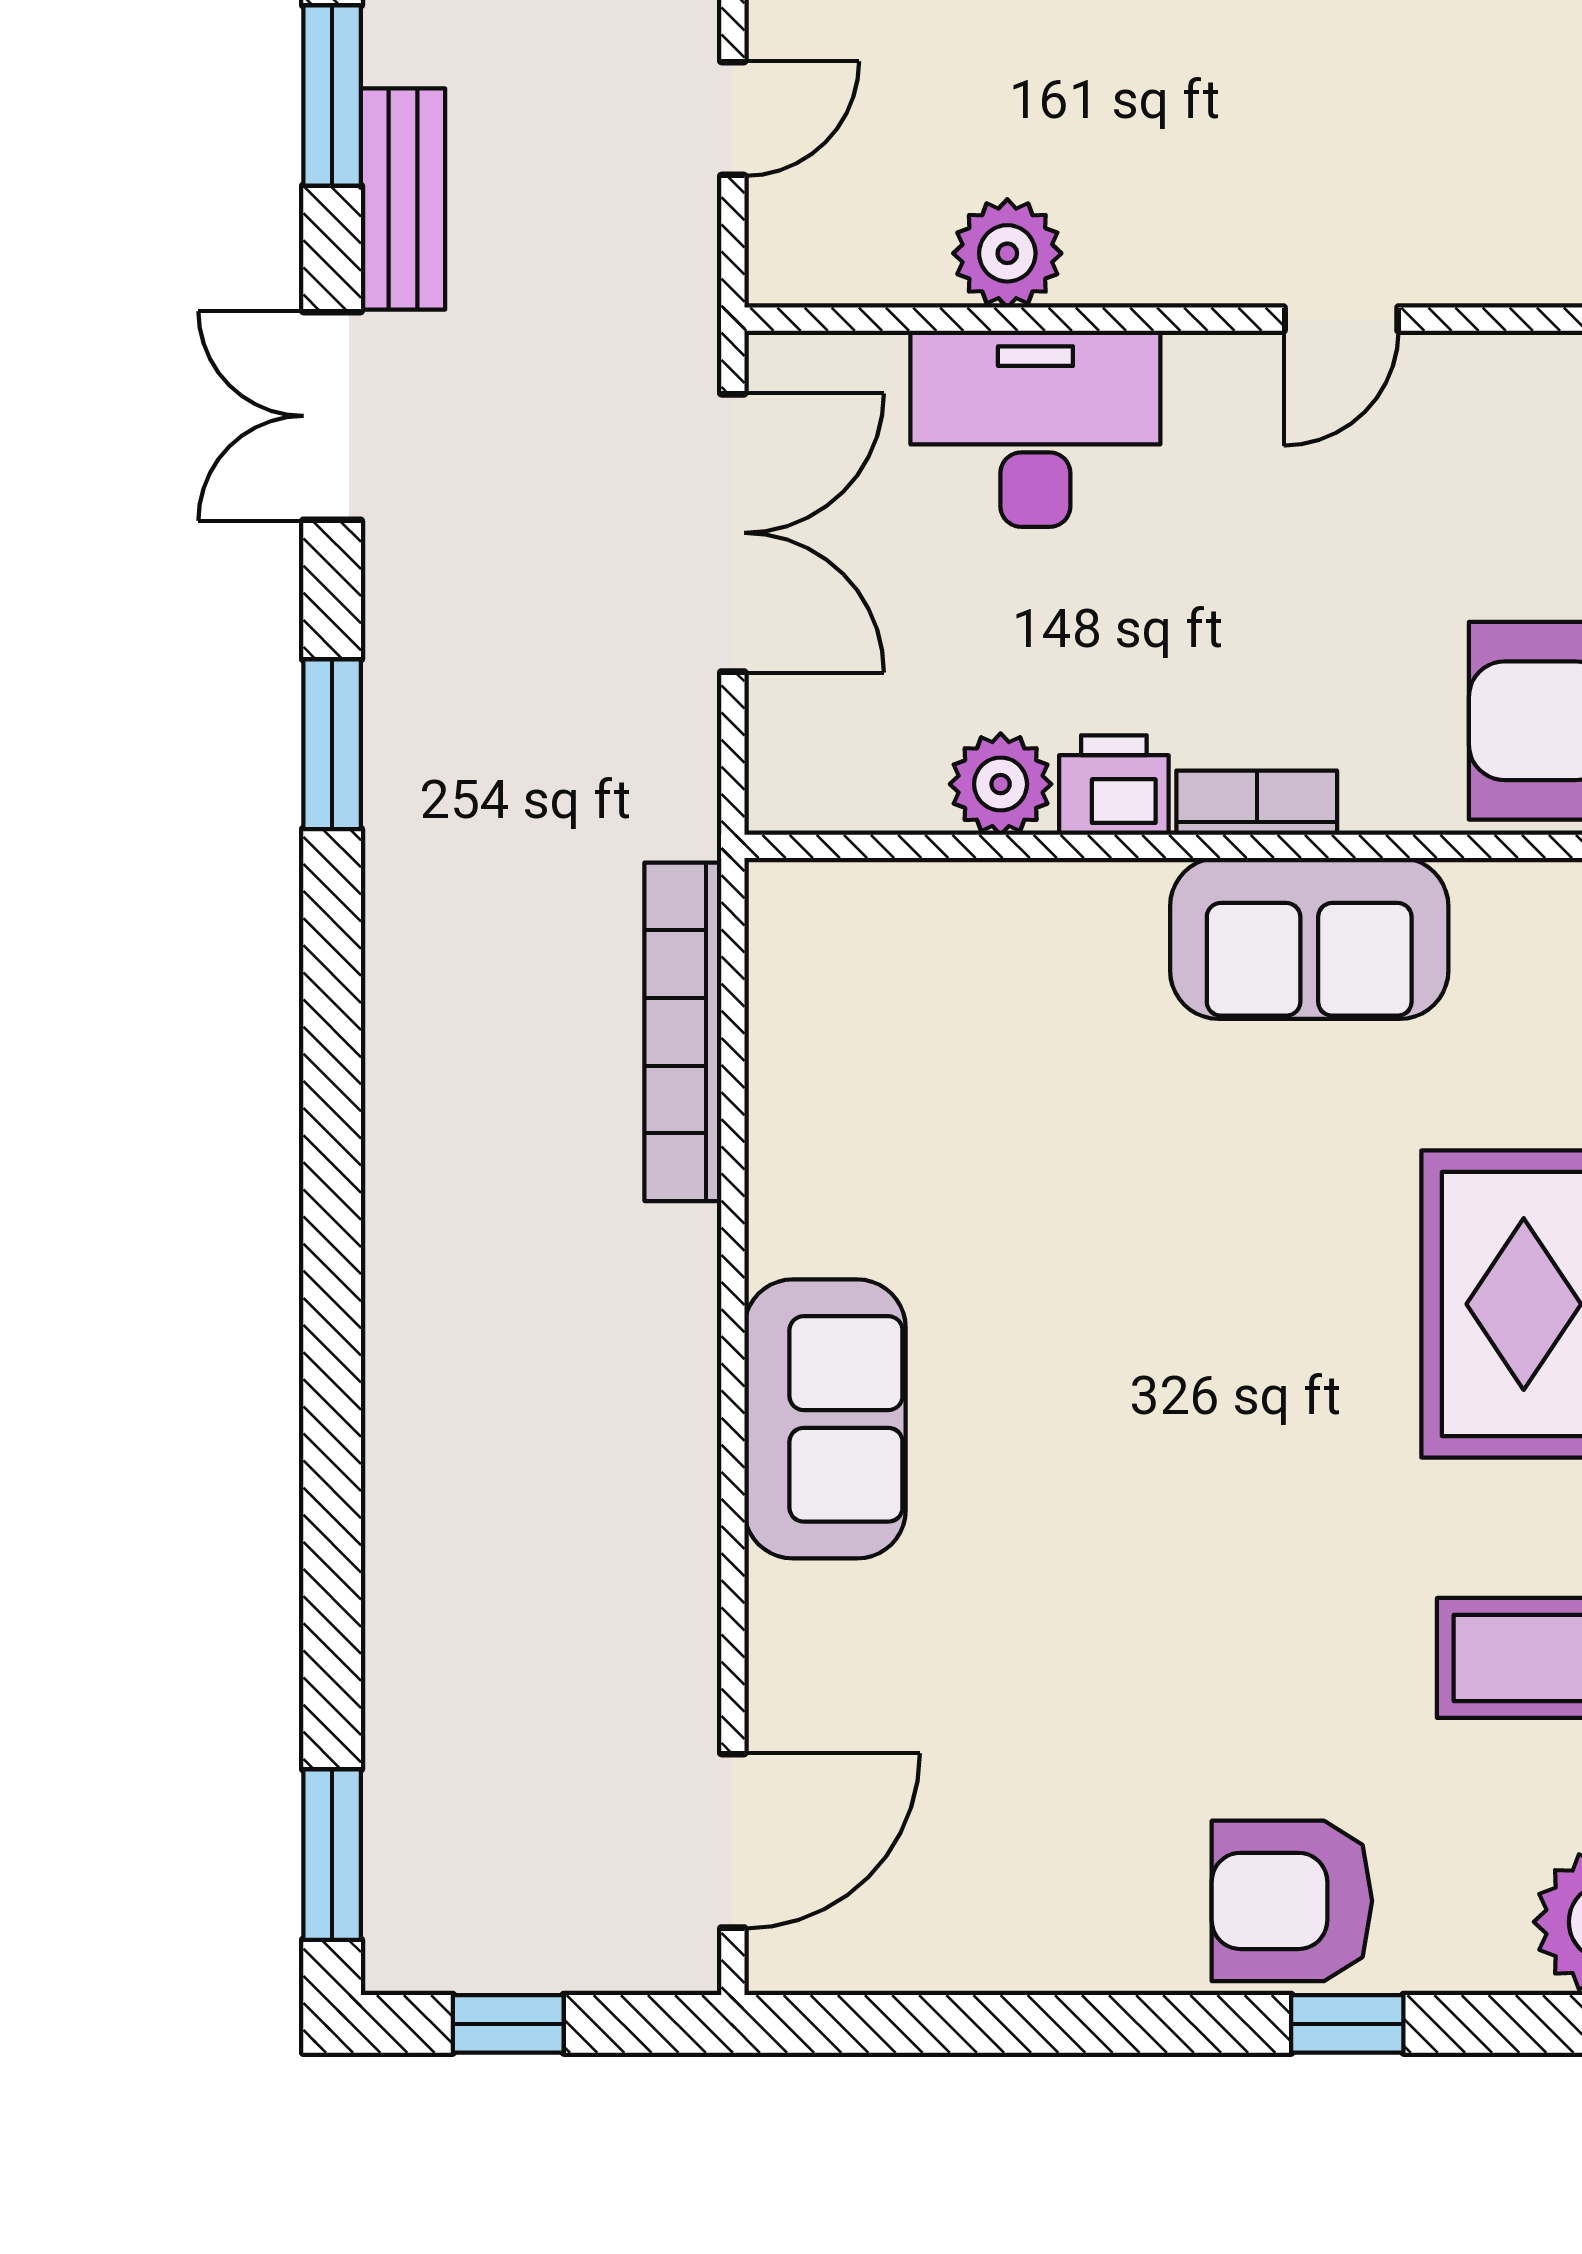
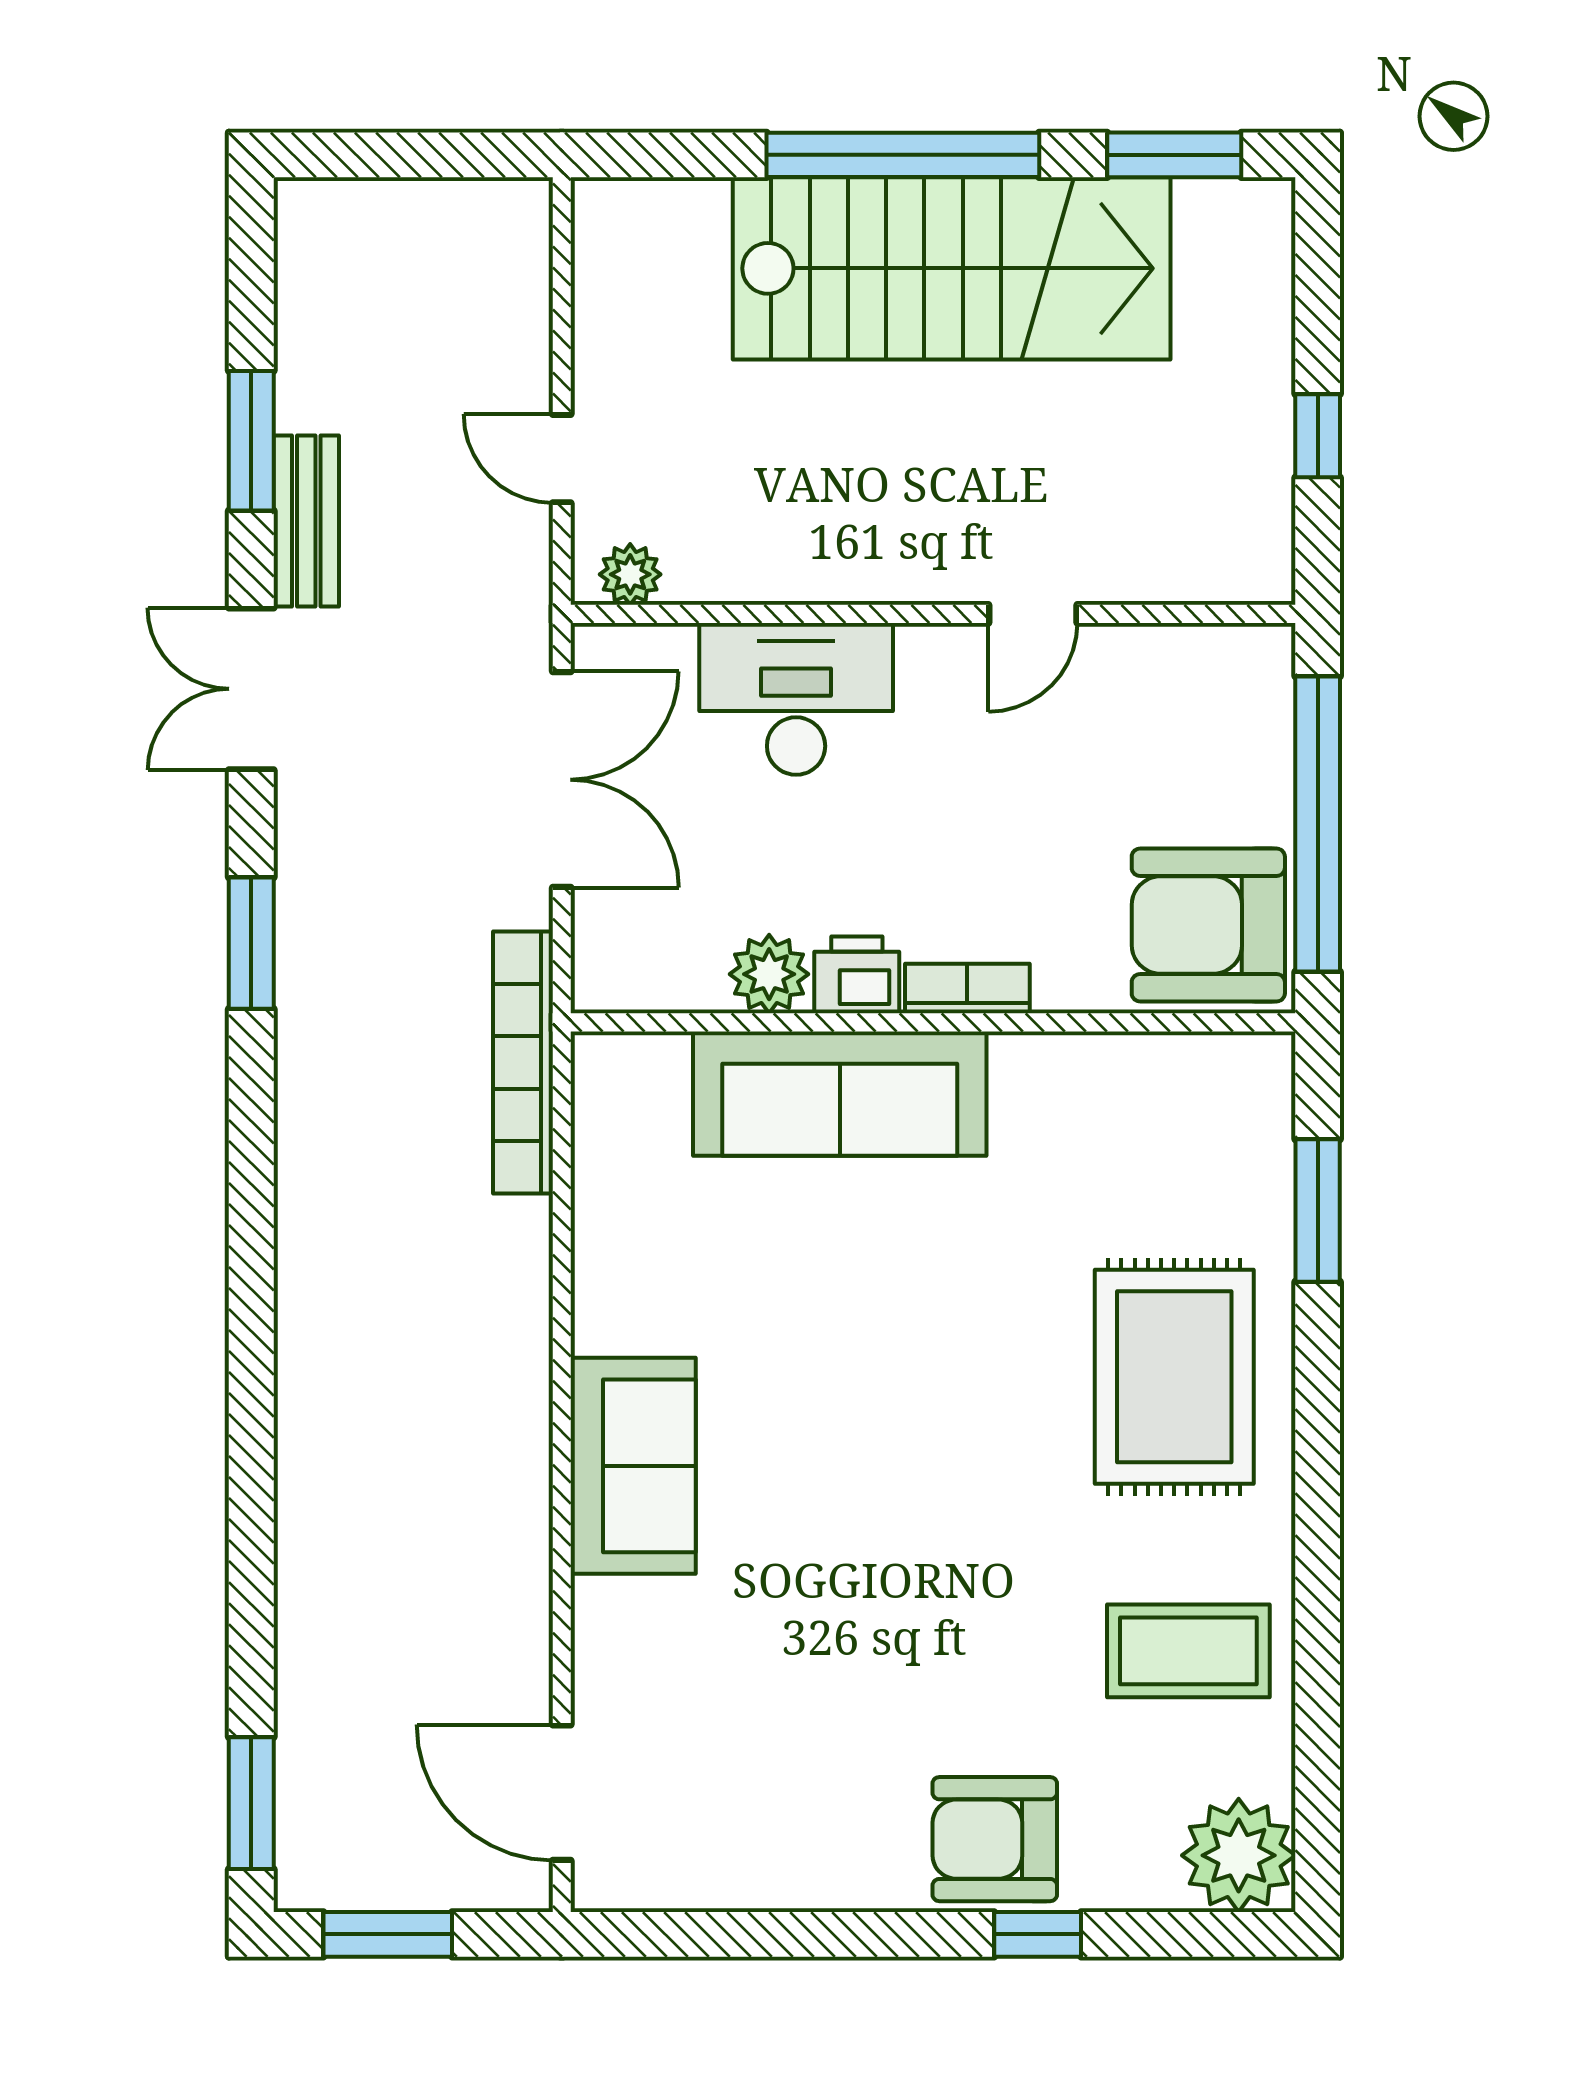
door: (733, 119) -> (562, 459), swing flipped
plant: (1007, 253) -> (630, 574), moved, width x0.73, depth x0.73
sofa: (1309, 938) -> (840, 1094), moved, width x1.36
bookcase: (683, 1032) -> (523, 1062), moved
door: (733, 1841) -> (562, 1793), swing flipped
window: (508, 2024) -> (388, 1934), width x1.50

